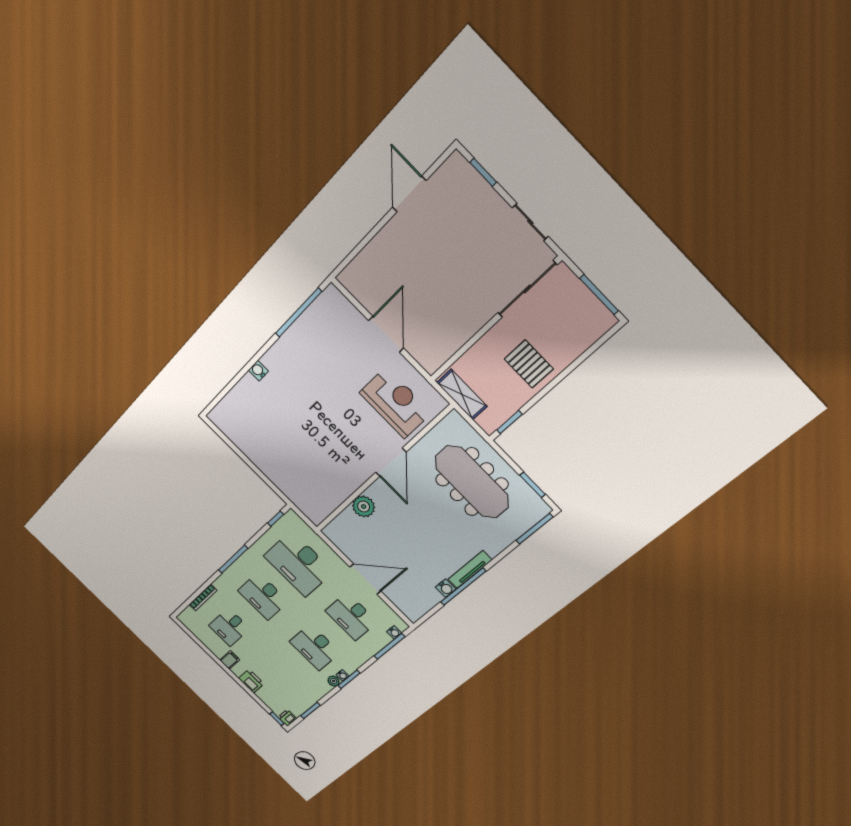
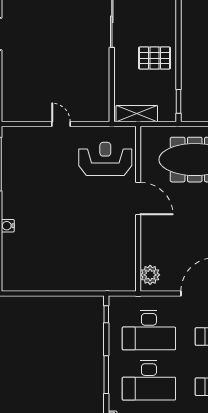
door: (386, 334) -> (61, 124), width x0.53
plant: (364, 506) -> (150, 275), moved
desk: (263, 596) -> (149, 380), width x1.36, depth x1.30

